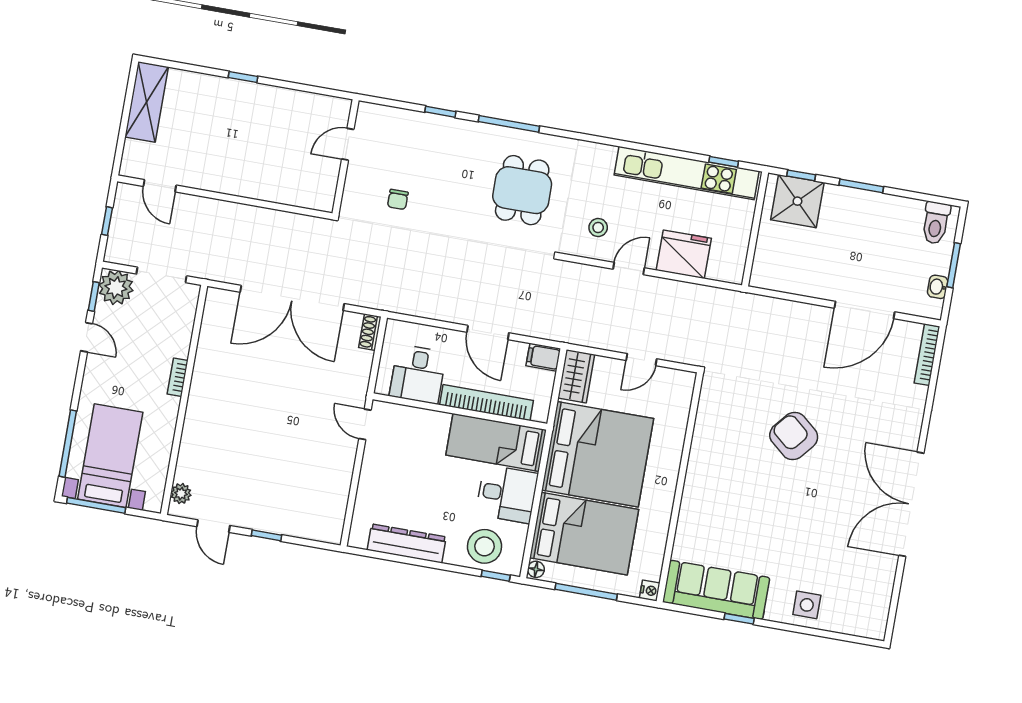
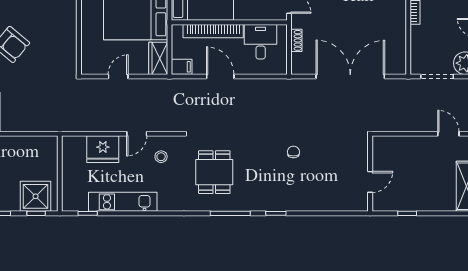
door: (348, 144) -> (370, 182), moved
wall: (346, 157) -> (370, 174), moved
kitchen unit: (687, 173) -> (123, 202), width x0.73
shoe rack: (370, 332) -> (296, 40), moved

